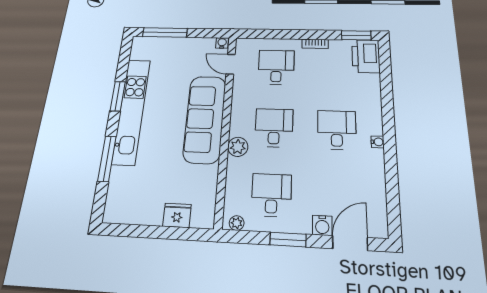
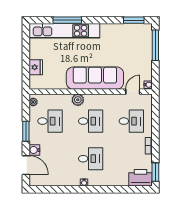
window: (118, 96) -> (134, 20), moved
kitchen unit: (132, 111) -> (64, 31), moved

